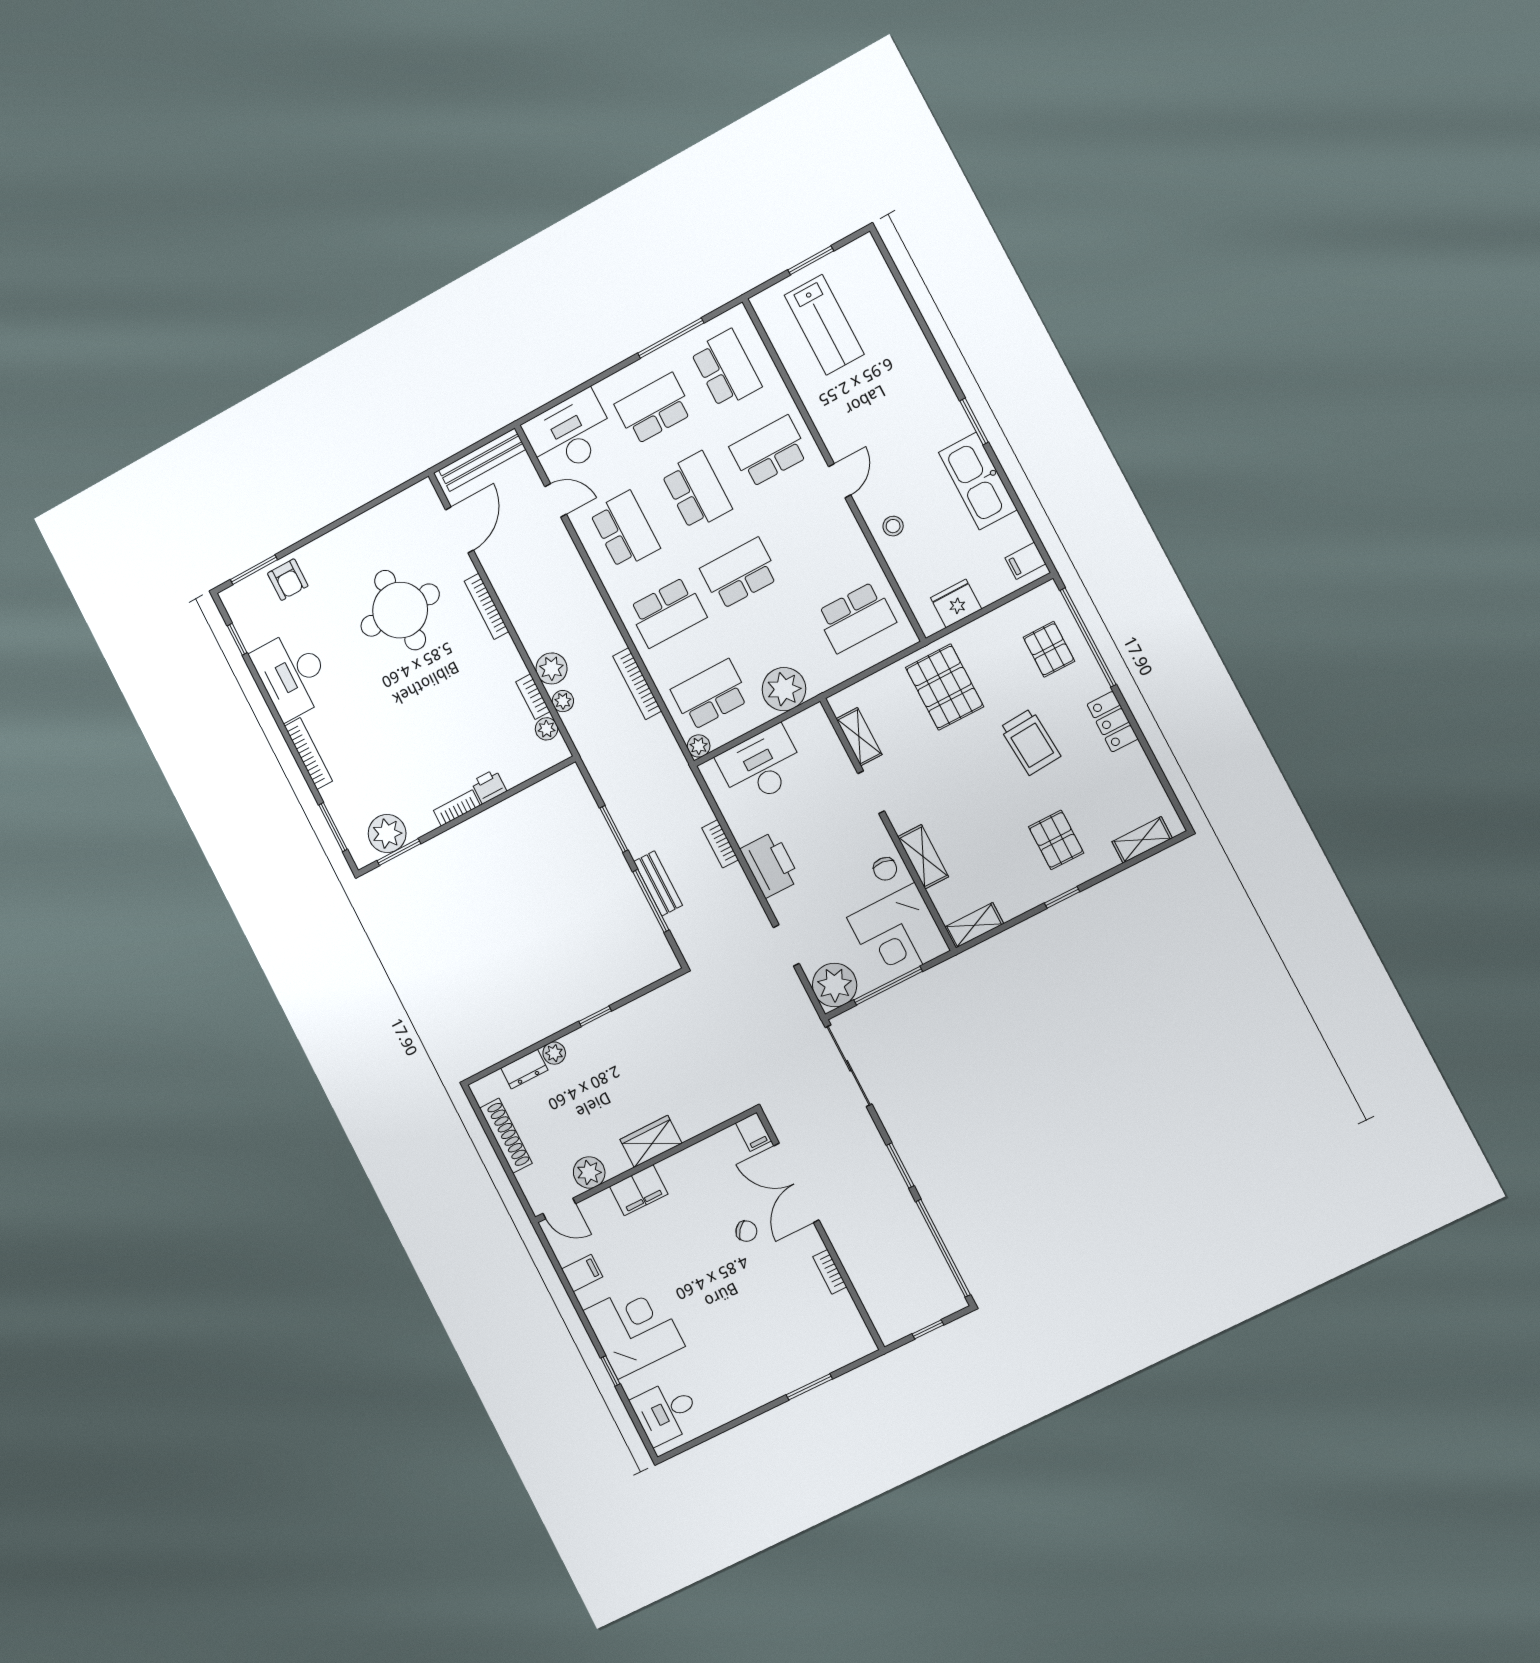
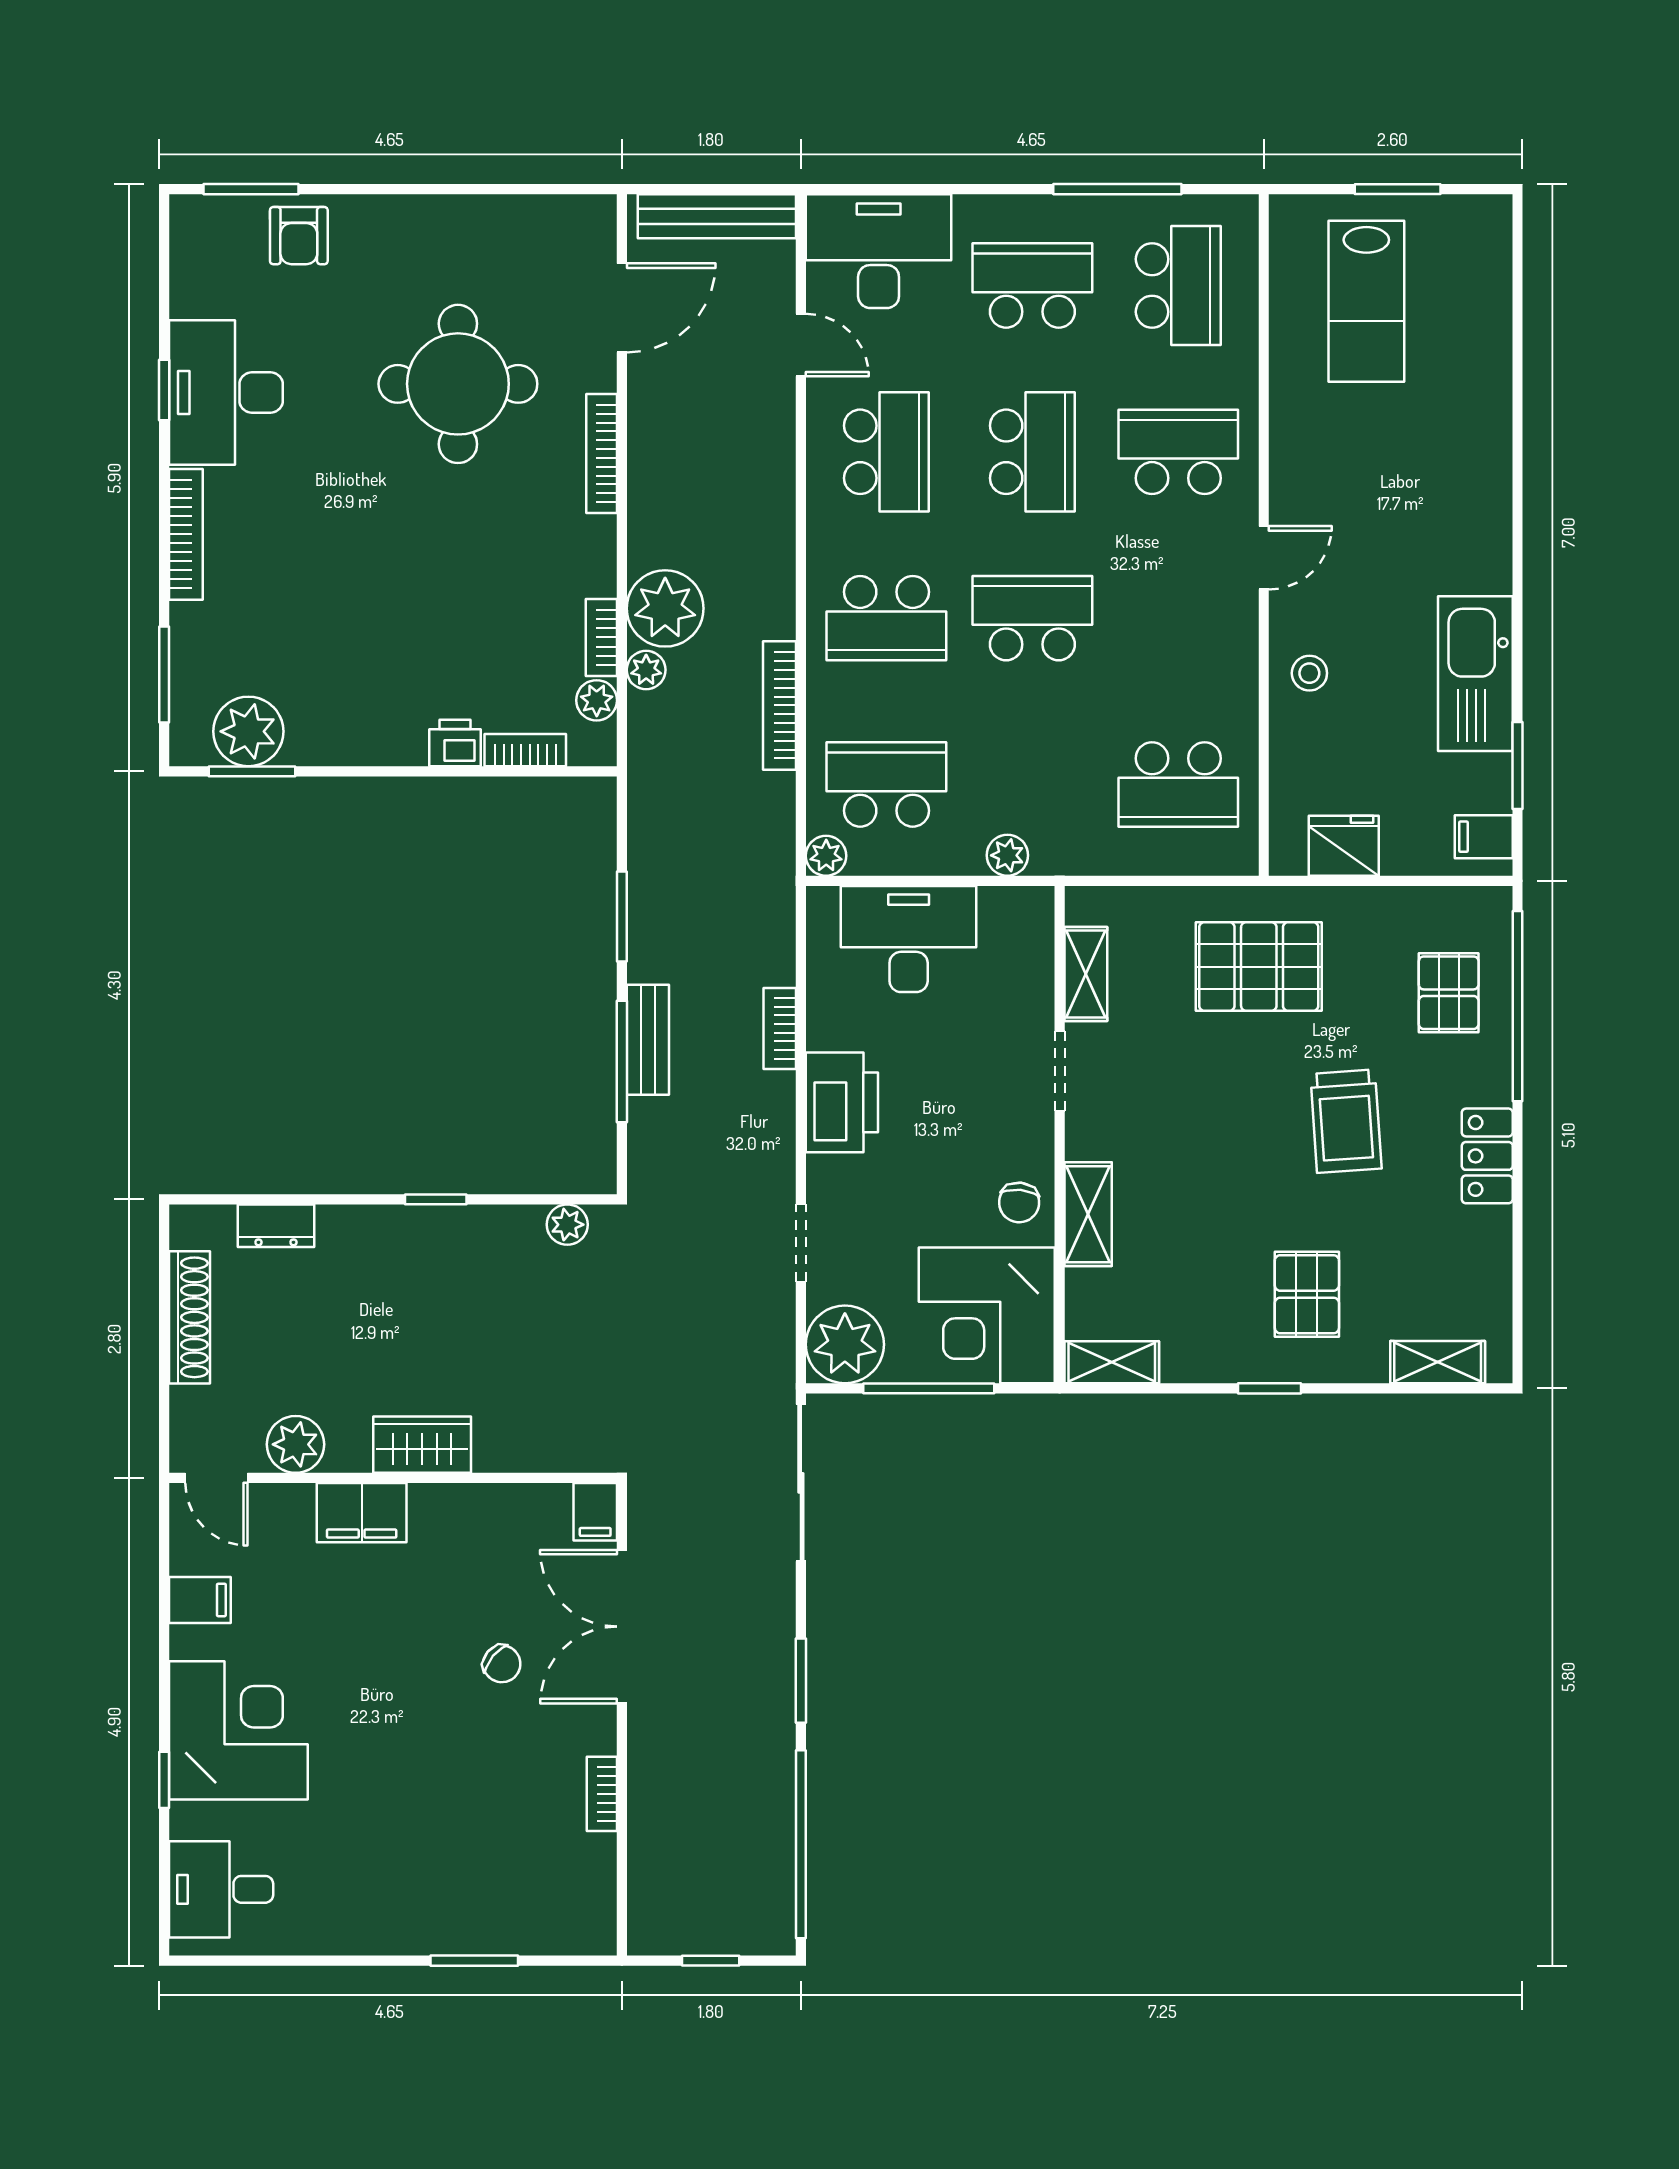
window: (974, 421) -> (1518, 765), moved
window: (237, 639) -> (164, 390), moved
plant: (552, 668) -> (665, 608), width x1.36, depth x1.36
pallet: (945, 687) -> (1259, 967), turned 90
plant: (784, 689) -> (1007, 855), width x0.53, depth x0.53
bookcase: (457, 808) -> (525, 750), moved
plant: (554, 1053) -> (567, 1225), moved

